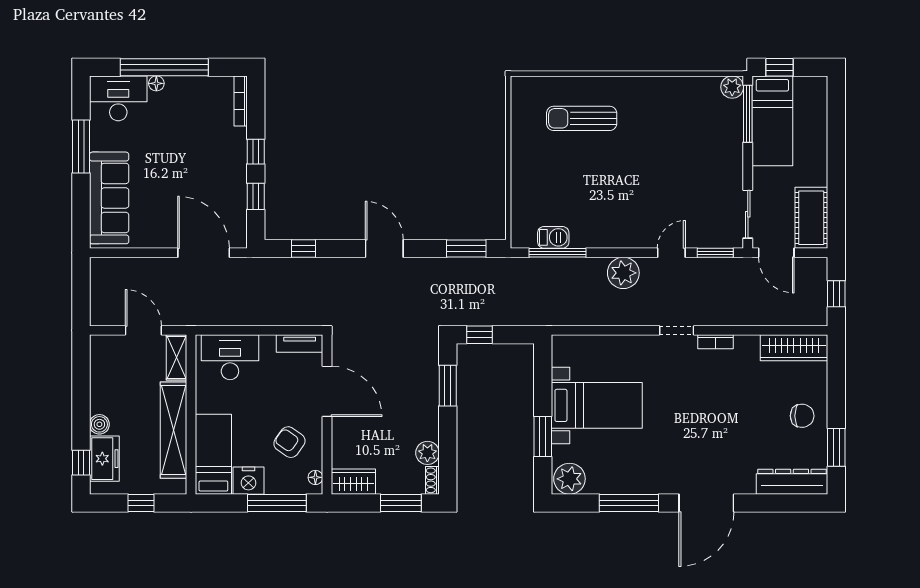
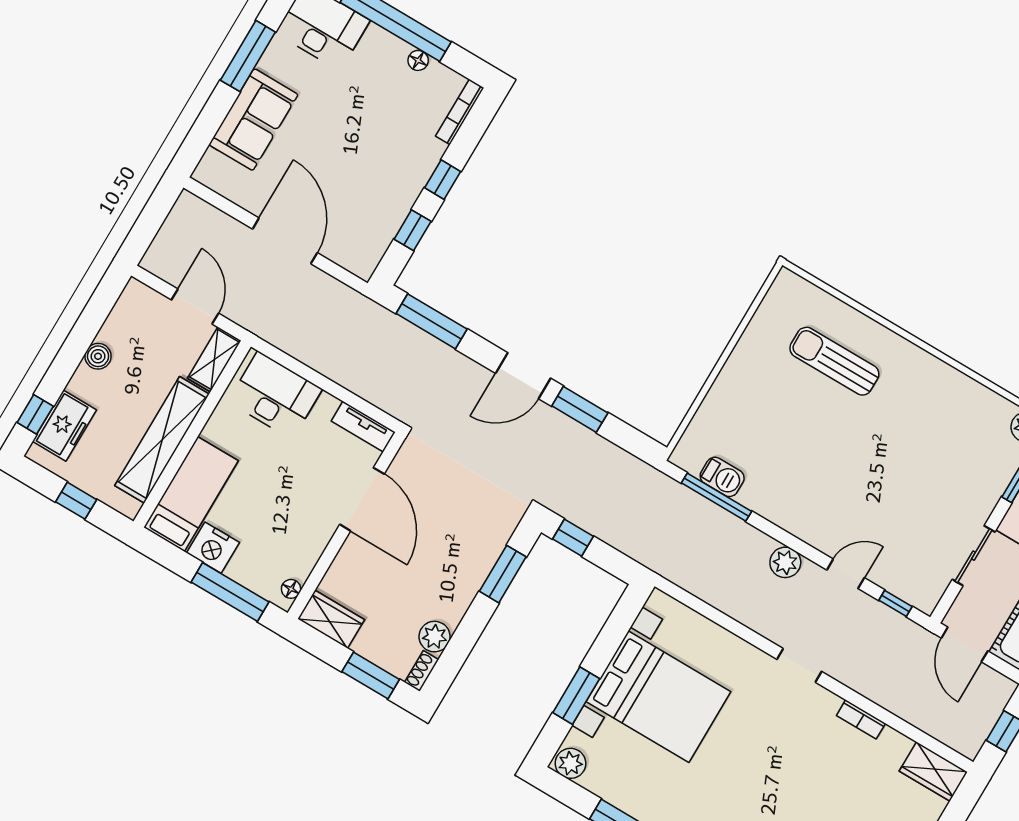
floor lamp: (156, 83) -> (418, 60), moved
sofa: (109, 198) -> (253, 120), width x0.73
sliding door: (748, 214) -> (974, 556), moved
window: (303, 248) -> (432, 321), width x2.17
door: (384, 248) -> (523, 376), swing flipped
window: (466, 248) -> (580, 409), moved
door: (204, 253) -> (285, 241), moved
window: (715, 253) -> (895, 603), width x0.67
plant: (623, 273) -> (785, 562), width x0.73, depth x0.73
bookcase: (716, 342) -> (861, 719), moved
wardrobe: (794, 348) -> (933, 772), width x0.67
bed with nightstands: (597, 405) -> (658, 697), width x1.36
boiler: (99, 424) -> (98, 356), moved
armchair: (289, 442) -> (285, 531), removed
plant: (569, 479) -> (571, 763), width x0.73, depth x0.73

